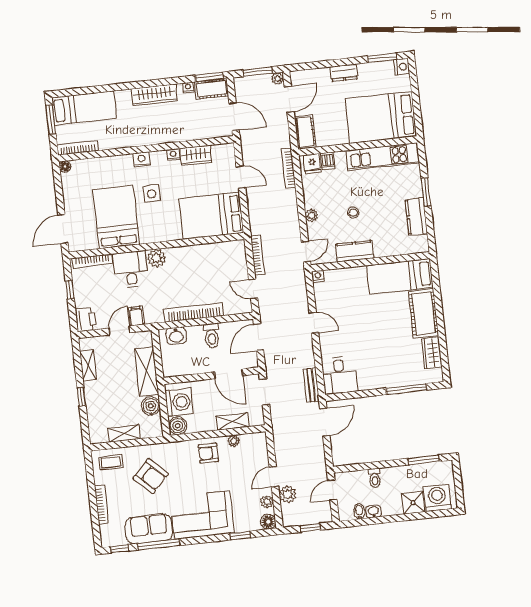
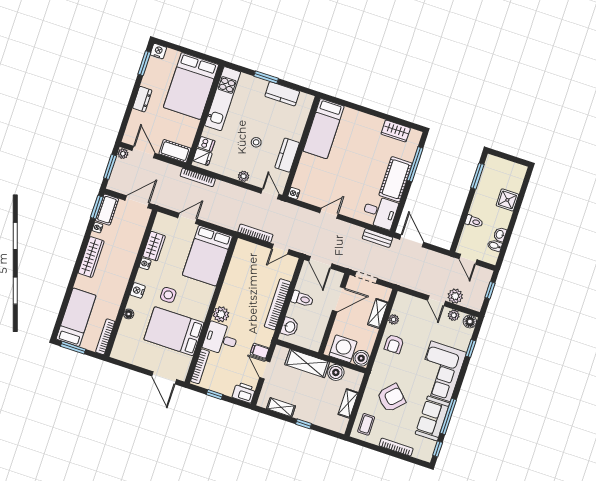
floor lamp: (65, 167) -> (129, 314), moved
cot: (424, 314) -> (396, 179), moved, turned 90
washing machine: (437, 498) -> (512, 179), removed

